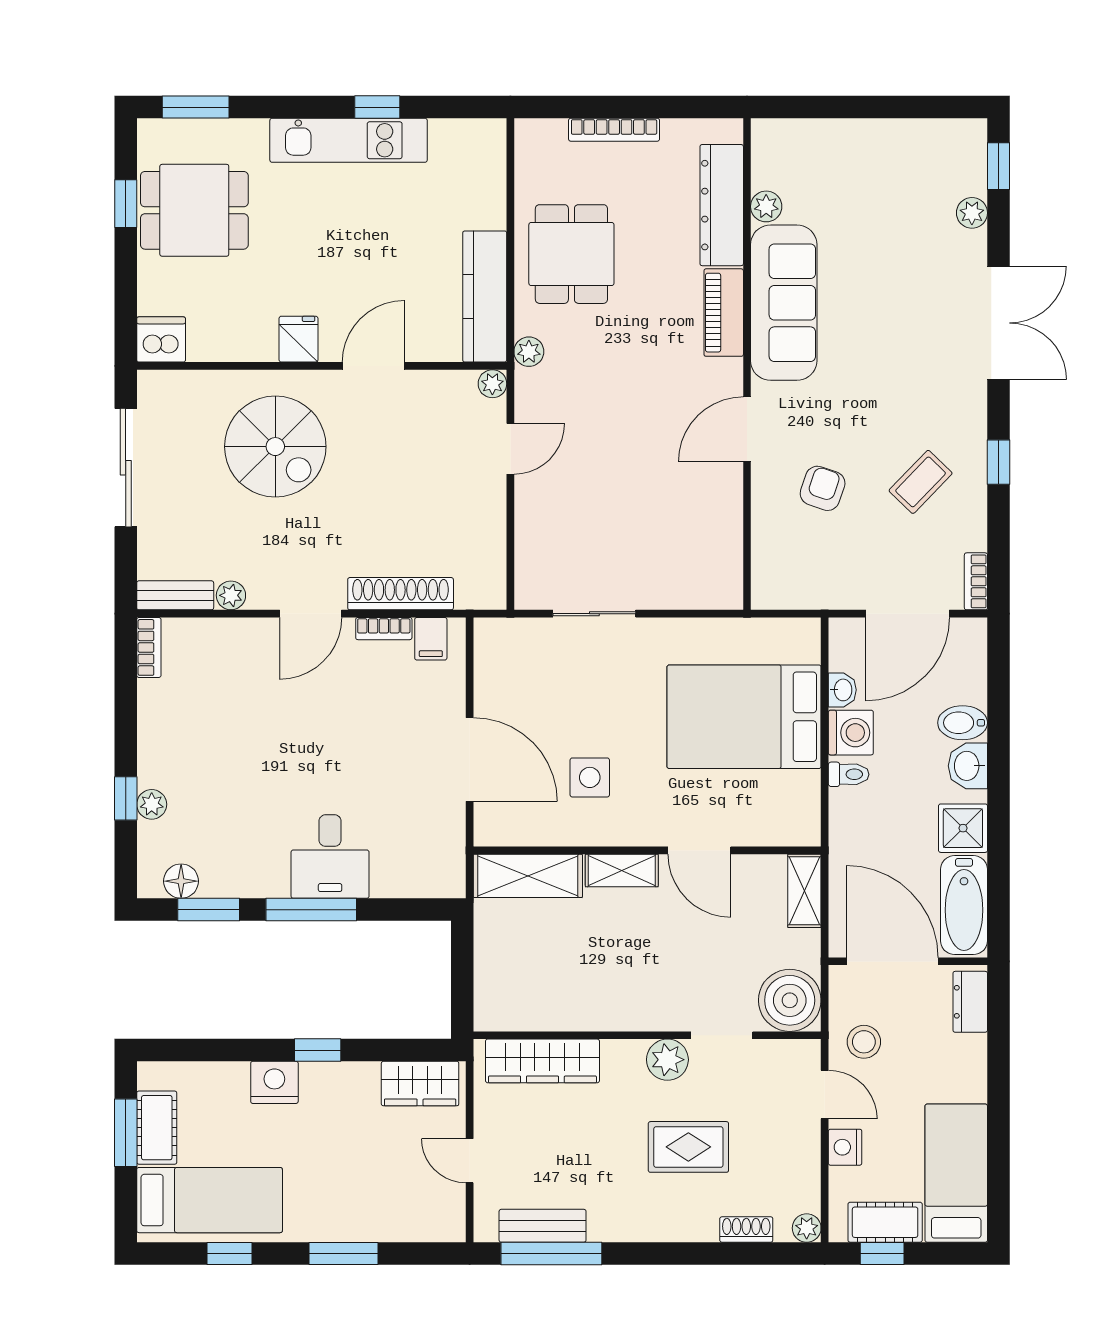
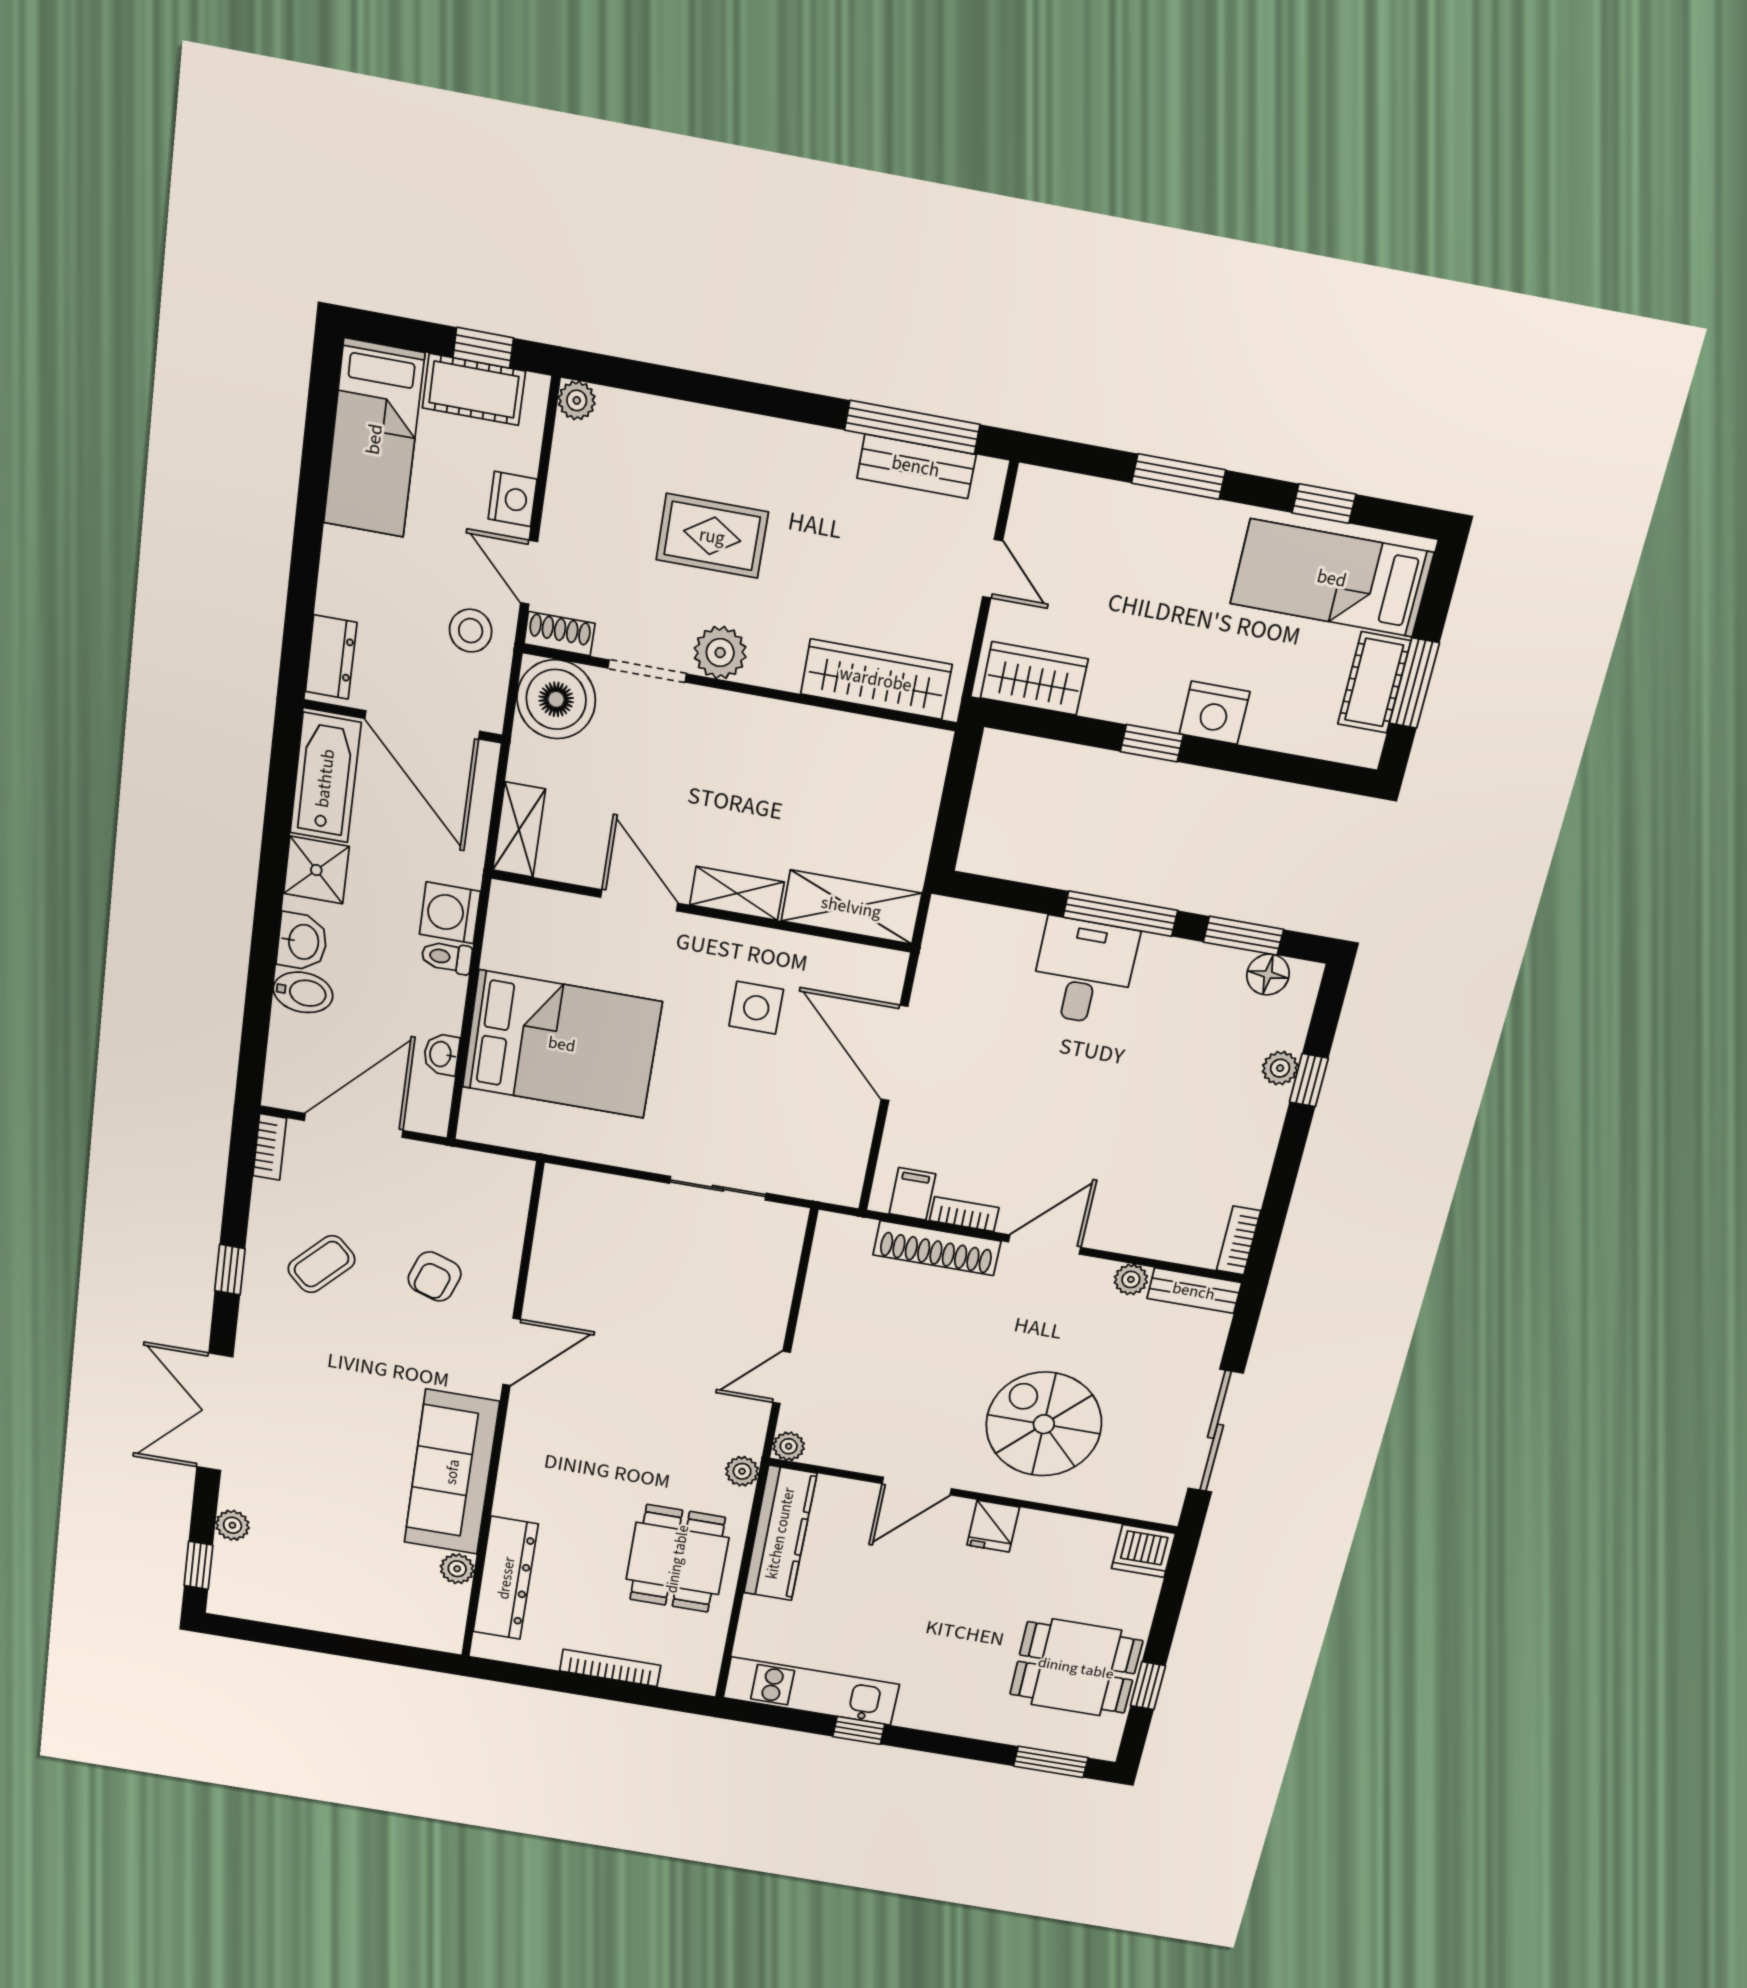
kitchen unit: (349, 140) -> (811, 1691), moved
piano: (724, 313) -> (520, 1474), removed
washing machine: (851, 733) -> (450, 913), moved
shoe rack: (746, 1229) -> (559, 634), moved, turned 180

